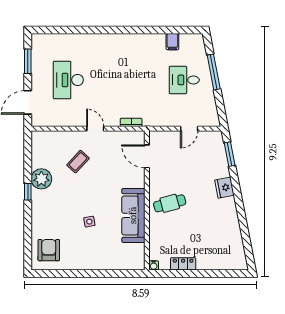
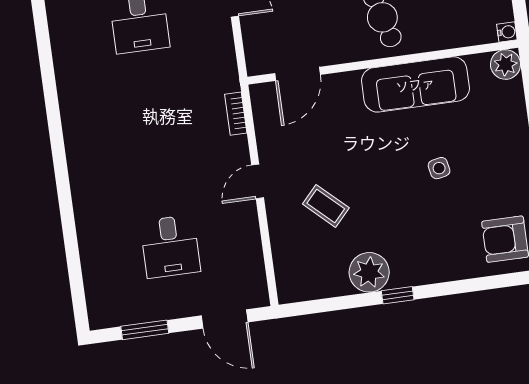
filing cabinet: (172, 42) -> (68, 55), removed
desk: (68, 80) -> (170, 246), width x0.73
plant: (137, 262) -> (506, 64), added

